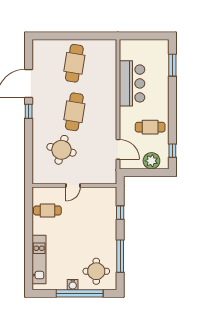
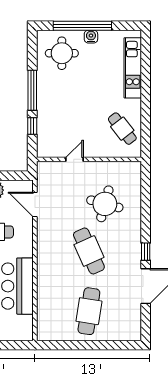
cafe table: (74, 112) -> (89, 251), turned -33
door: (73, 186) -> (74, 159), moved
cafe table: (47, 210) -> (122, 129), turned 52
window: (120, 256) -> (32, 90), moved

